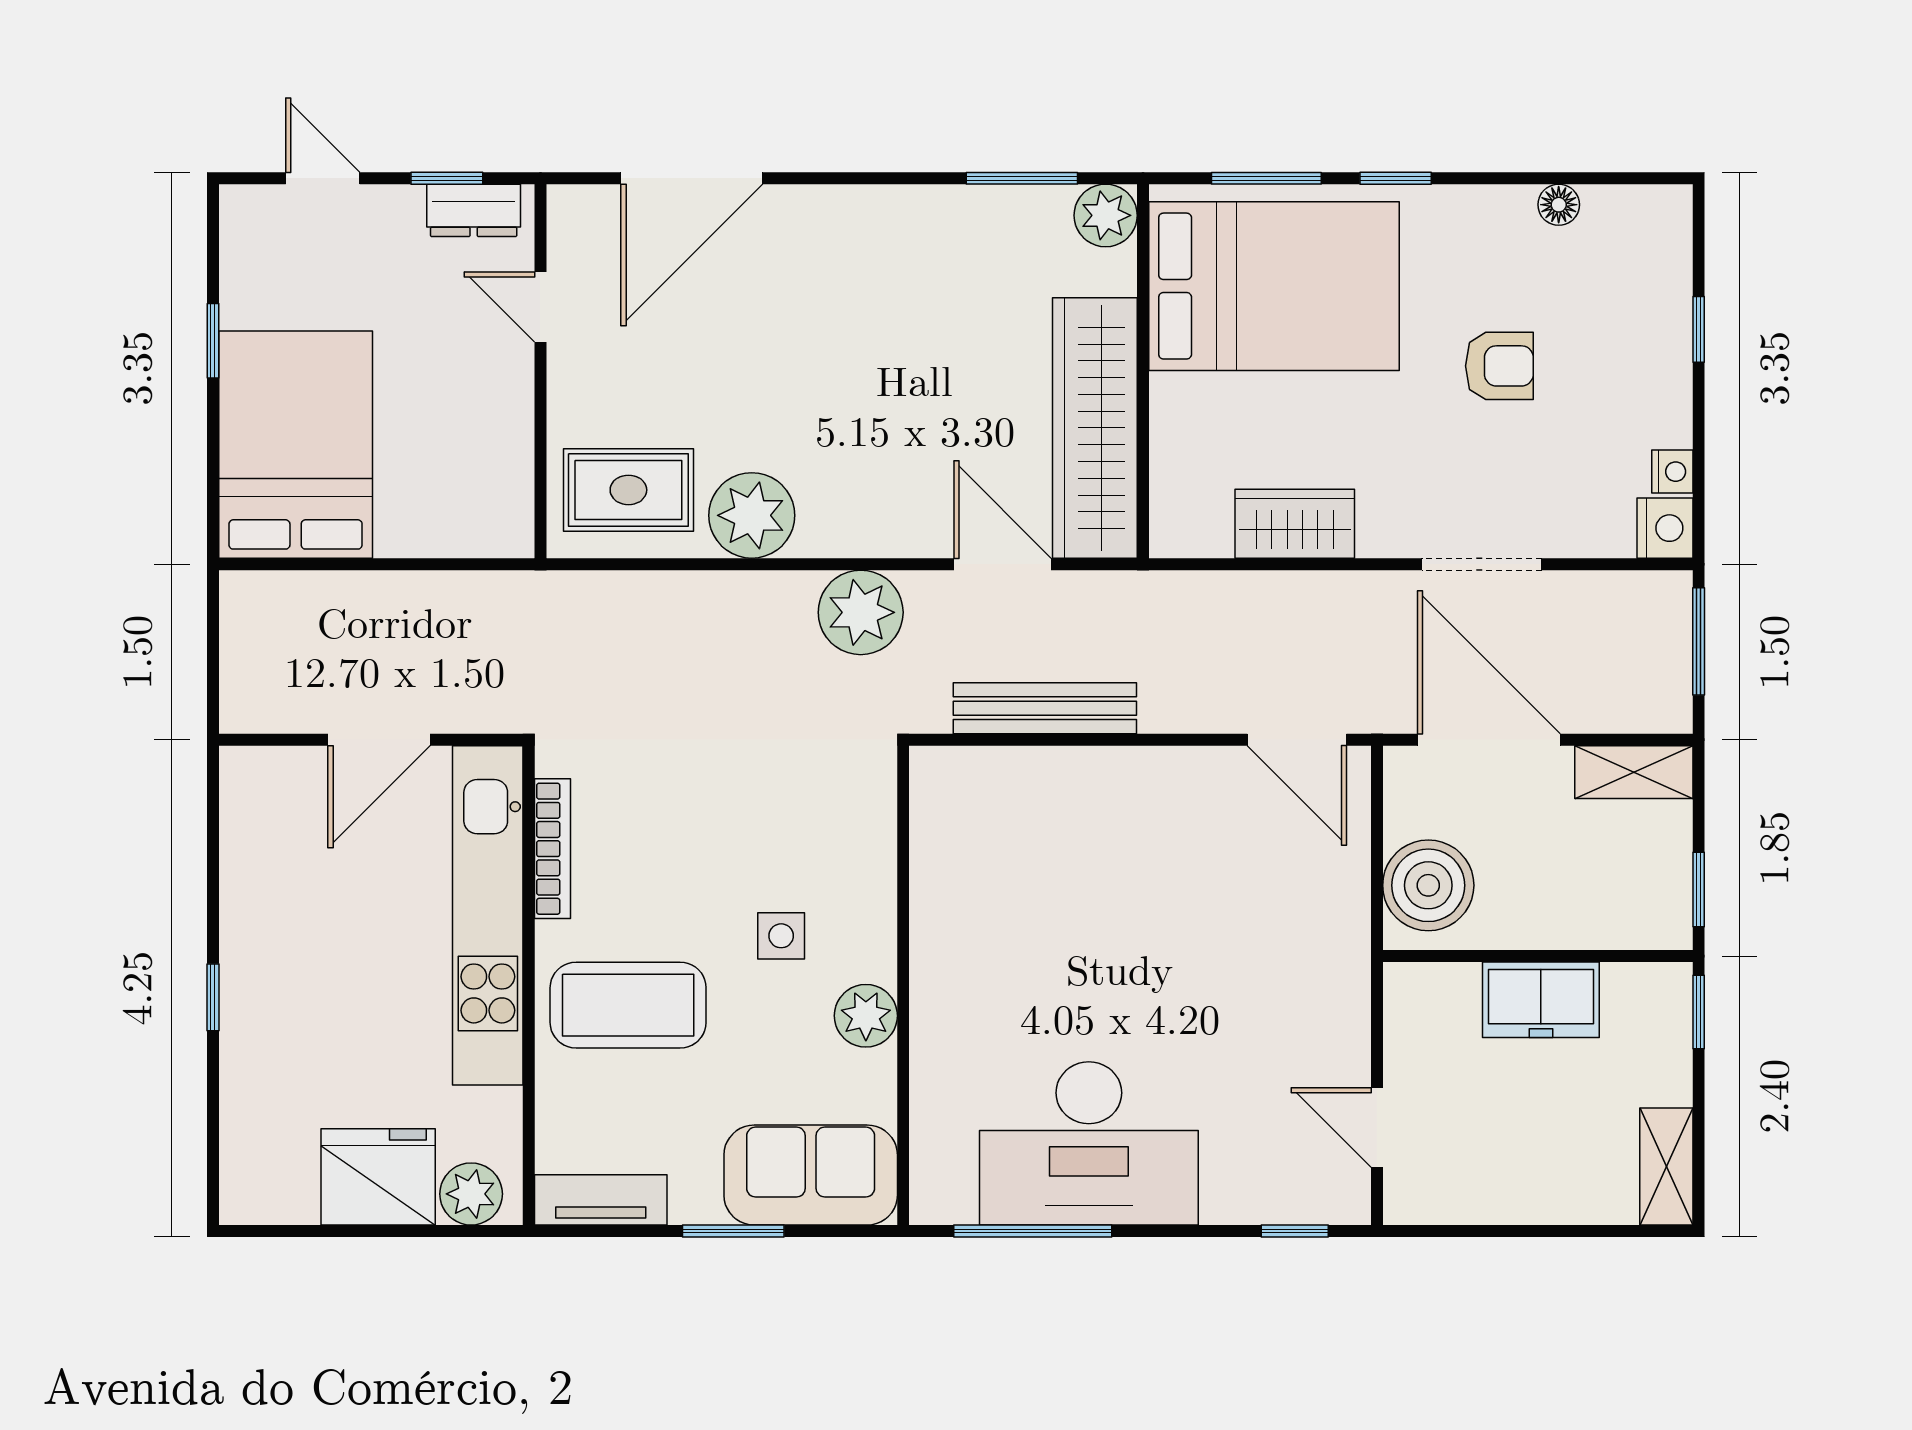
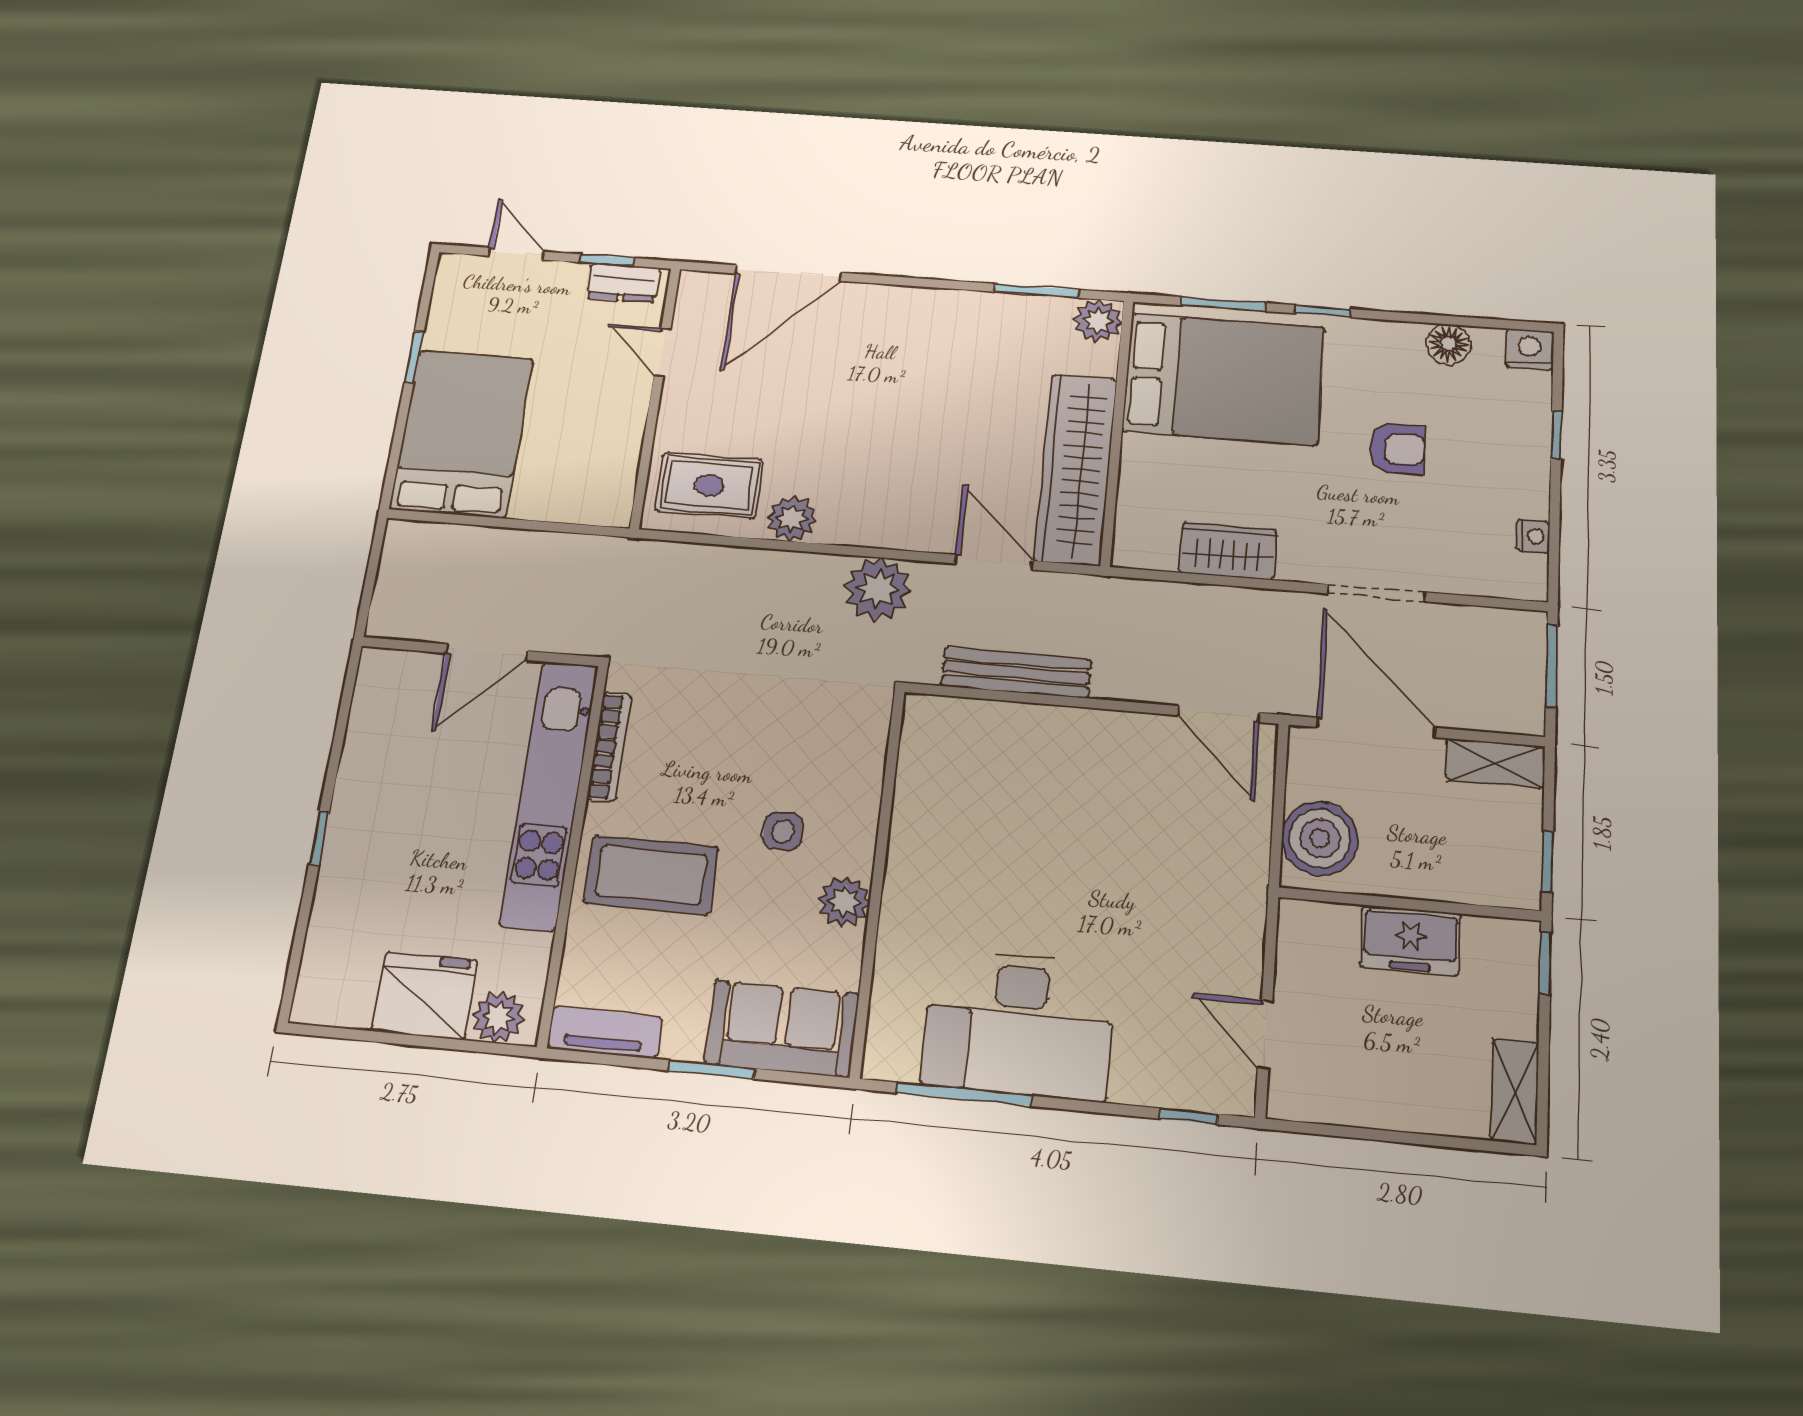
floor lamp: (1559, 205) -> (1448, 344), width x1.37, depth x1.37
plant: (752, 515) -> (792, 519), width x0.73, depth x0.73
nightstand: (1665, 528) -> (1530, 349), moved, turned -90

